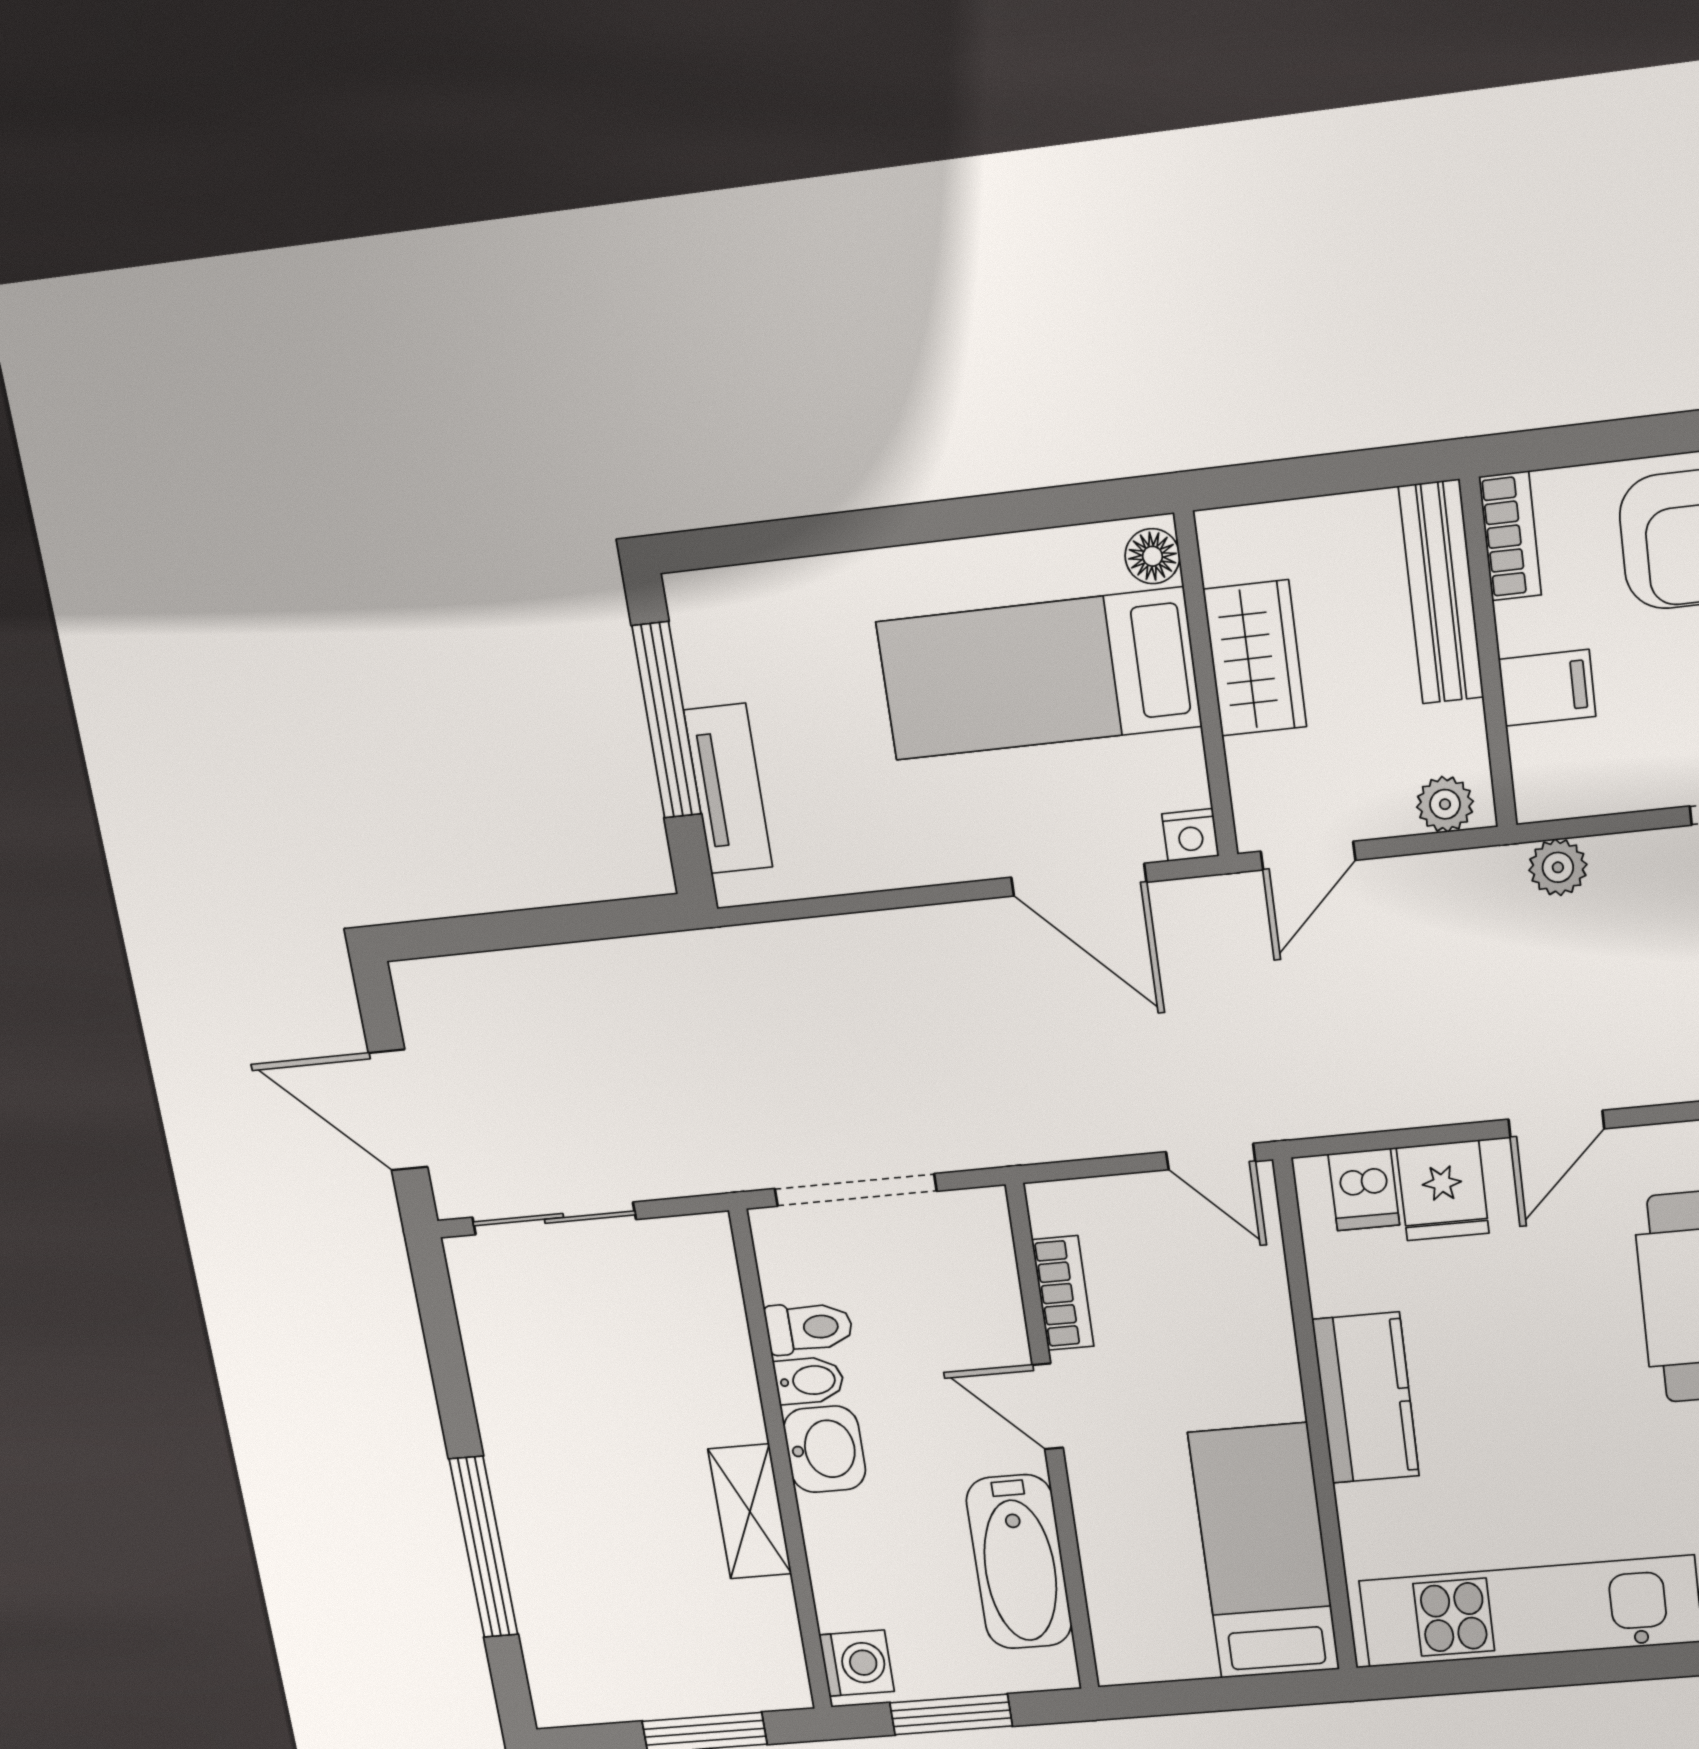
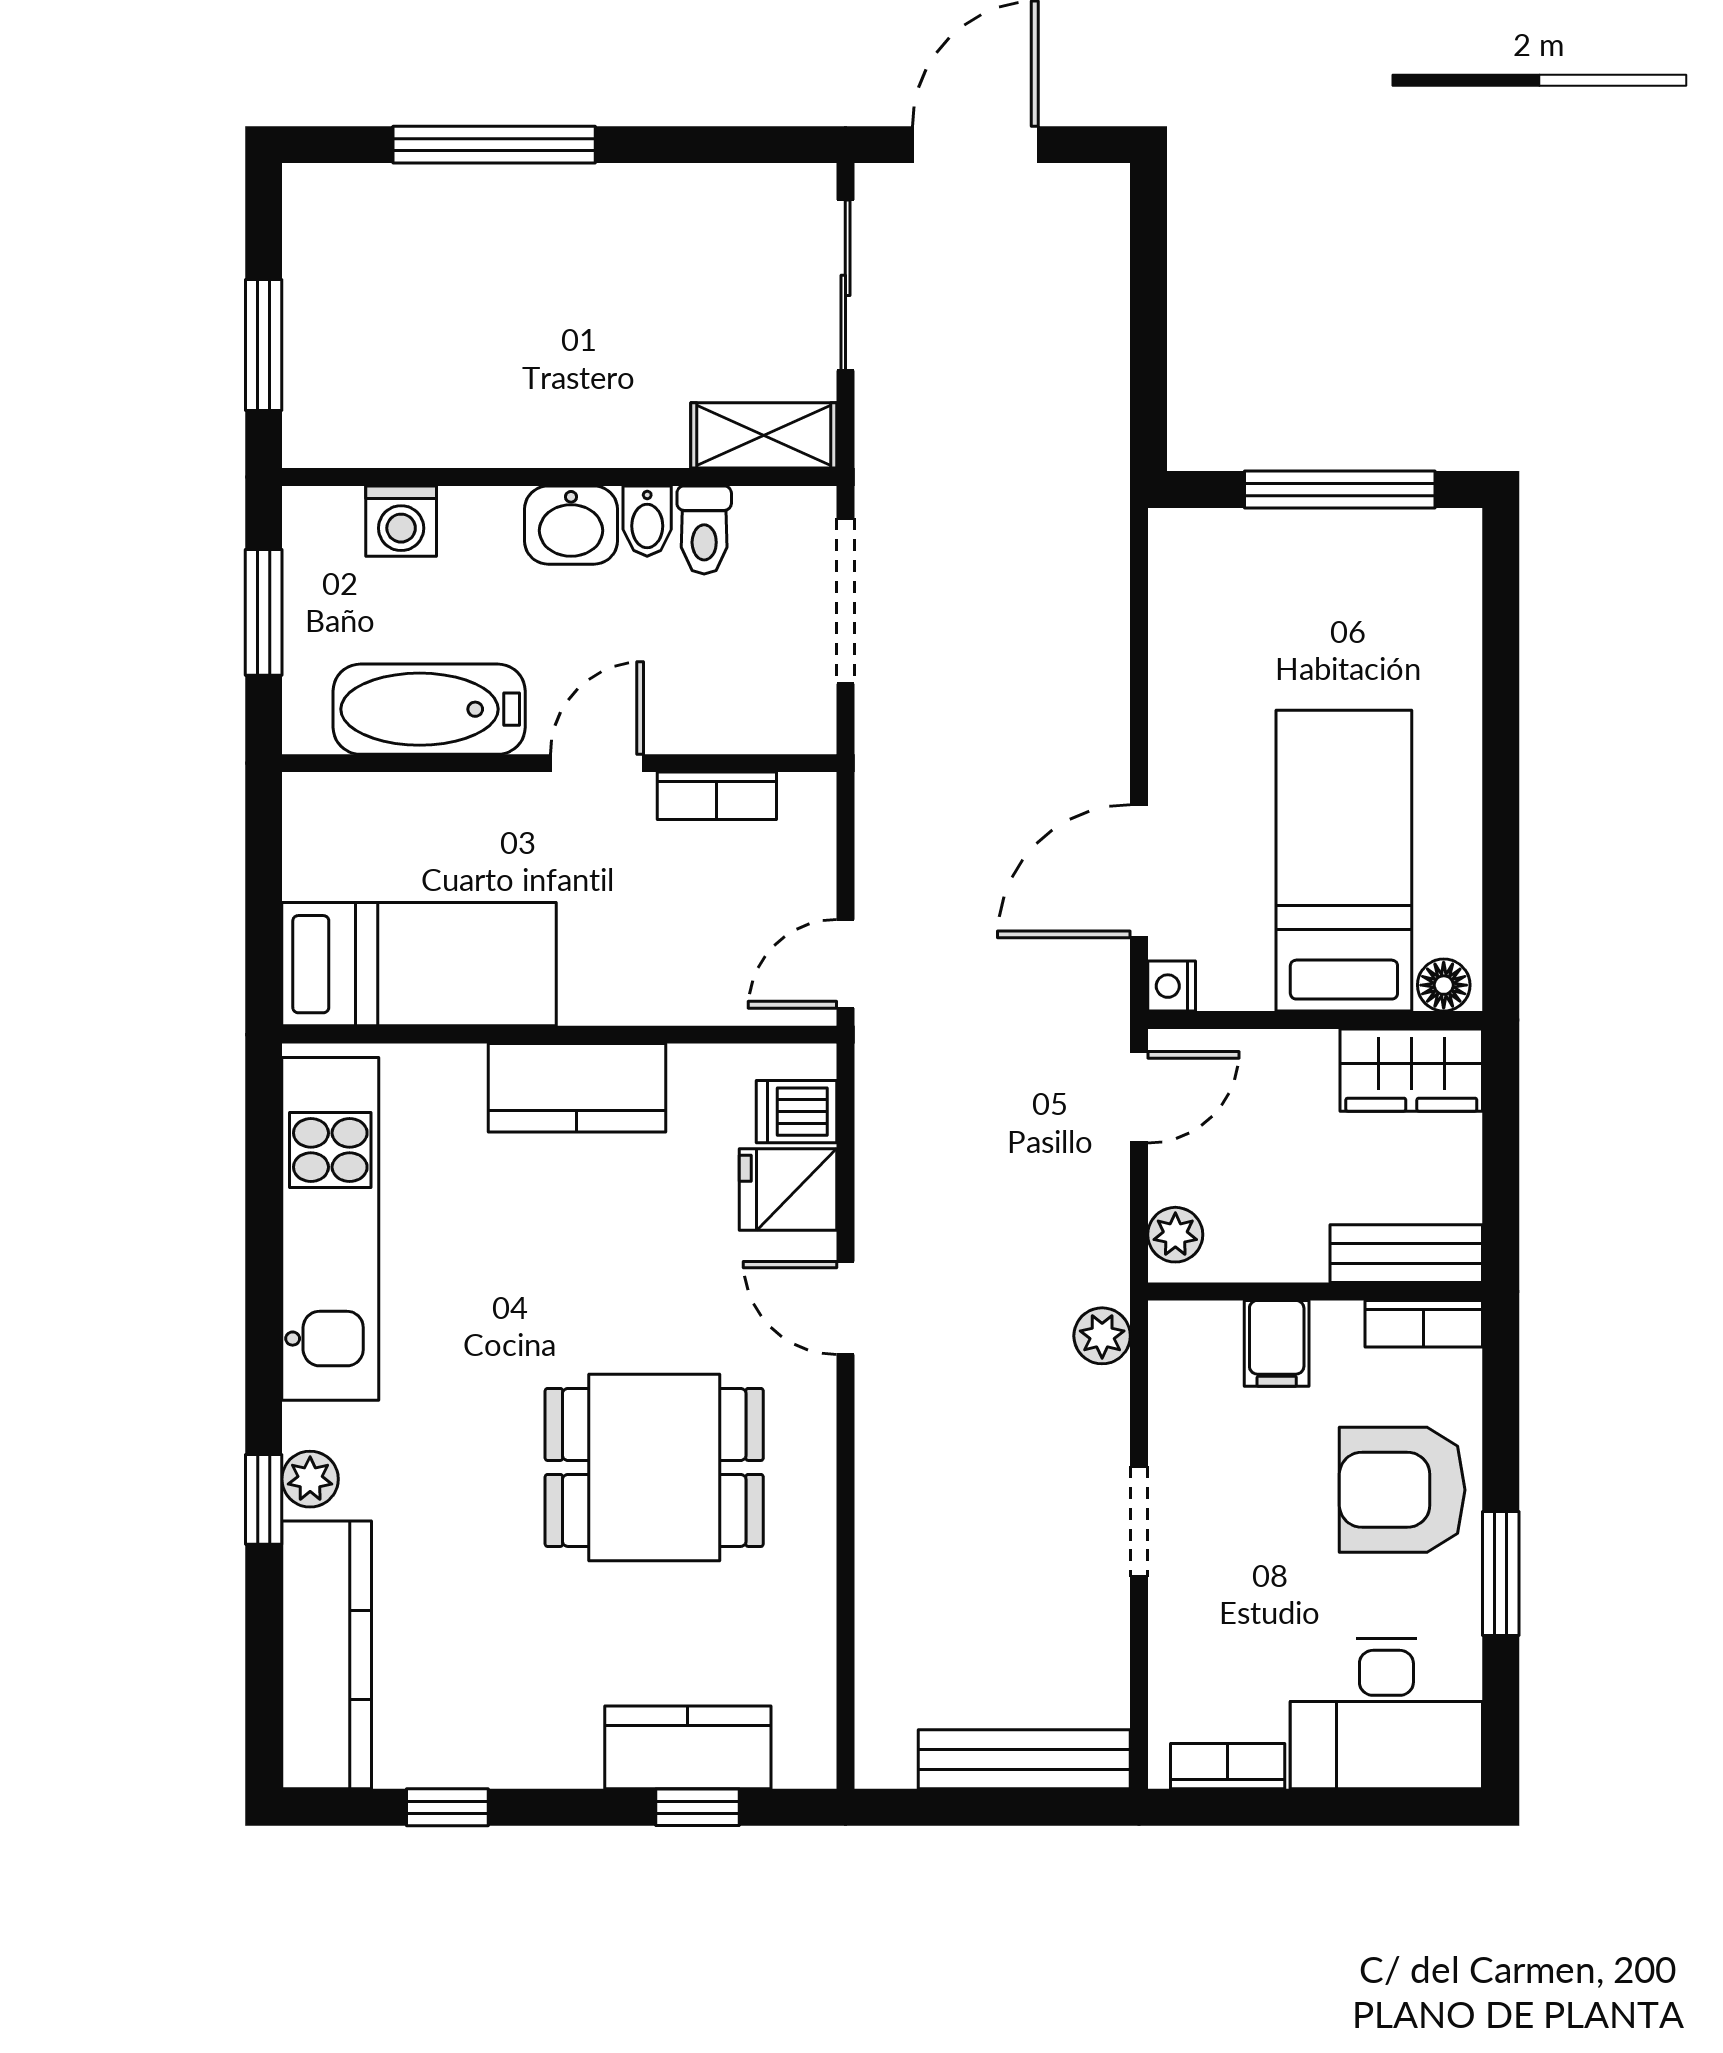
bench: (1441, 592) -> (1406, 1254), width x0.73
wardrobe: (1255, 658) -> (1411, 1070), moved
tv unit: (728, 789) -> (1266, 539), removed
door: (1308, 856) -> (1139, 1097), swing flipped
shelving: (750, 1512) -> (764, 435), moved
washing machine: (857, 1663) -> (401, 521), moved

